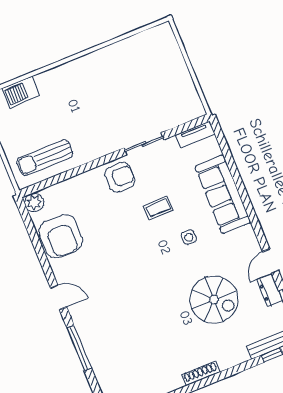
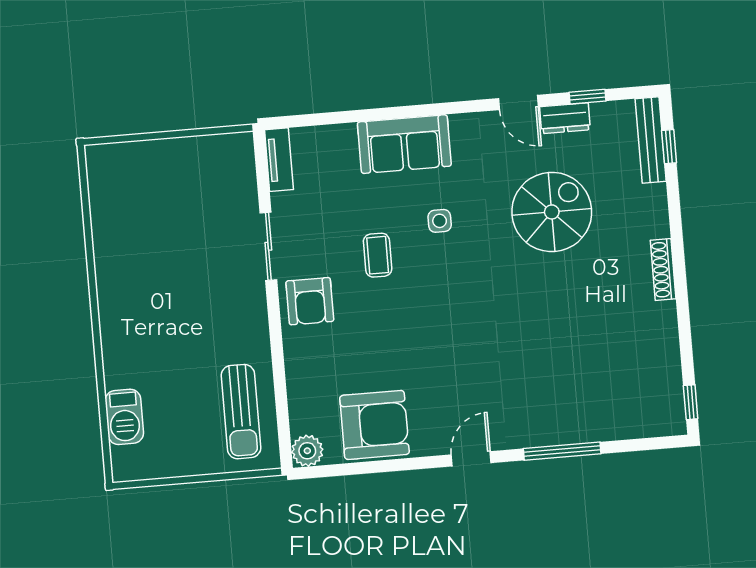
armchair: (120, 177) -> (310, 301), turned 180
sofa: (223, 194) -> (404, 144), width x0.73

